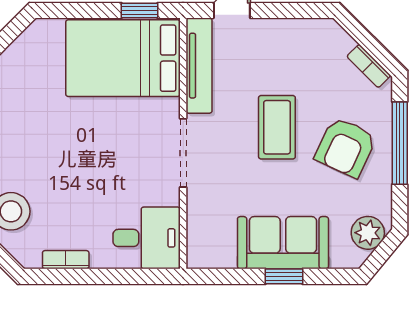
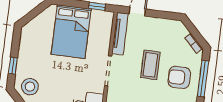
bed: (123, 58) -> (71, 32), moved, turned -90
armchair: (346, 147) -> (179, 77), turned 65

